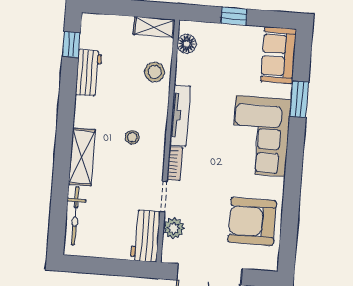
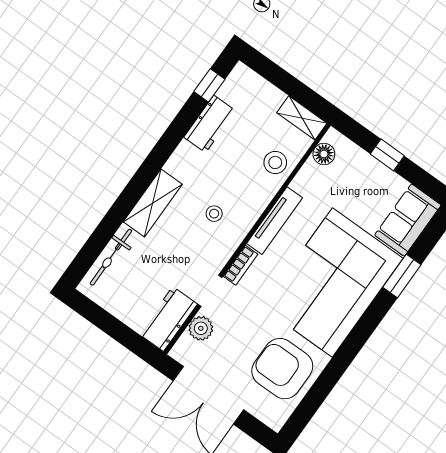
corner sofa: (261, 136) -> (332, 283), width x1.36, depth x1.36

